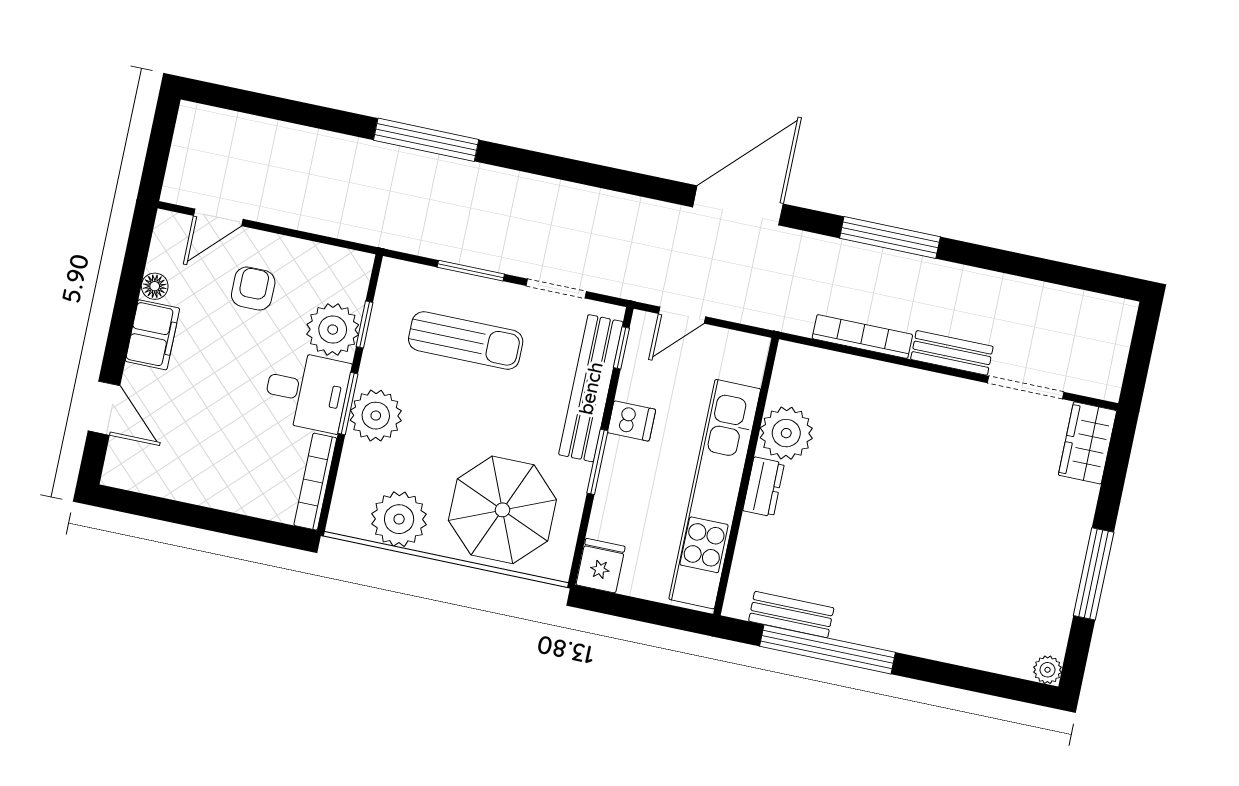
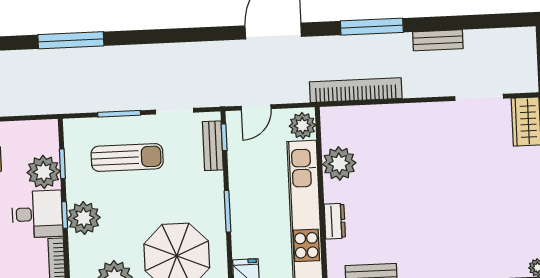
bookcase: (862, 337) -> (356, 90), width x1.48, depth x1.31
bench: (952, 353) -> (438, 40), moved
plant: (745, 361) -> (302, 126), added
bench: (591, 388) -> (213, 146), width x0.54, depth x0.82
window: (348, 404) -> (65, 215), width x0.67
dishwasher: (632, 421) -> (242, 181), removed
dresser: (764, 487) -> (335, 221), moved

